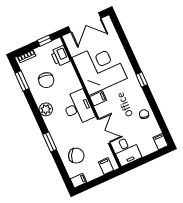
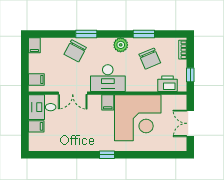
double door: (85, 22) -> (190, 123), width x0.73
chair: (46, 80) -> (150, 59), turned -124
window: (22, 81) -> (144, 34), moved
chair: (144, 114) -> (71, 141), removed
filing cabinet: (160, 142) -> (36, 126), moved
chair: (76, 156) -> (75, 51), moved

